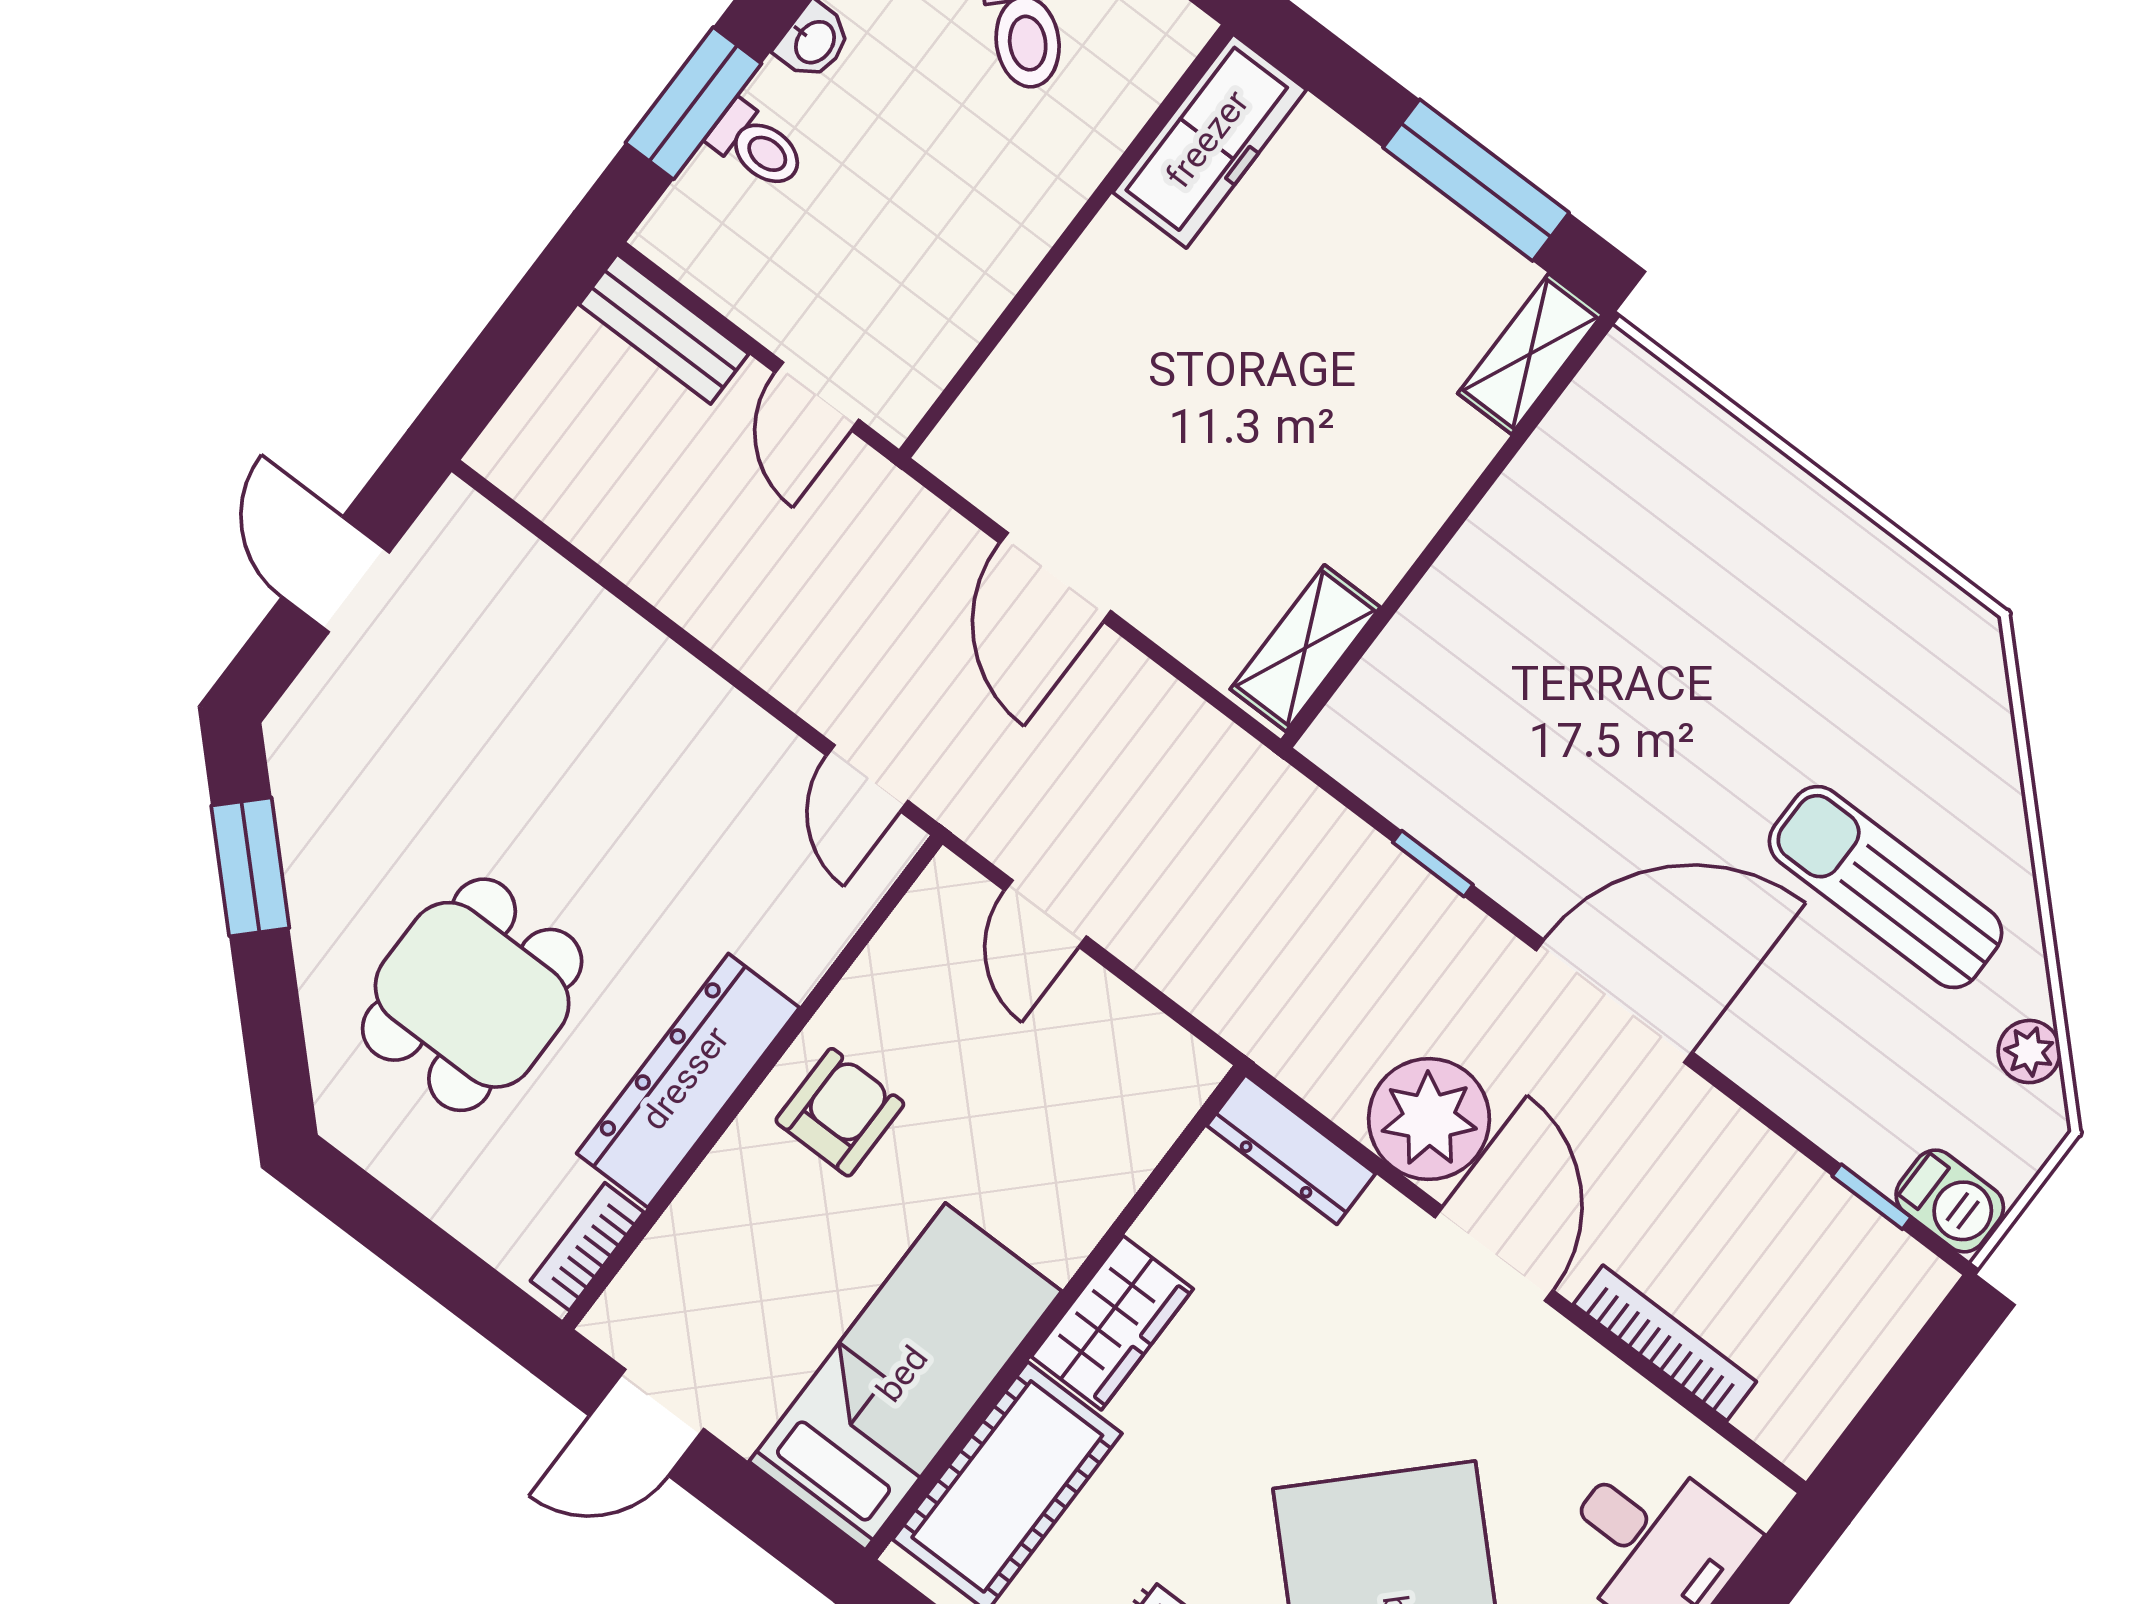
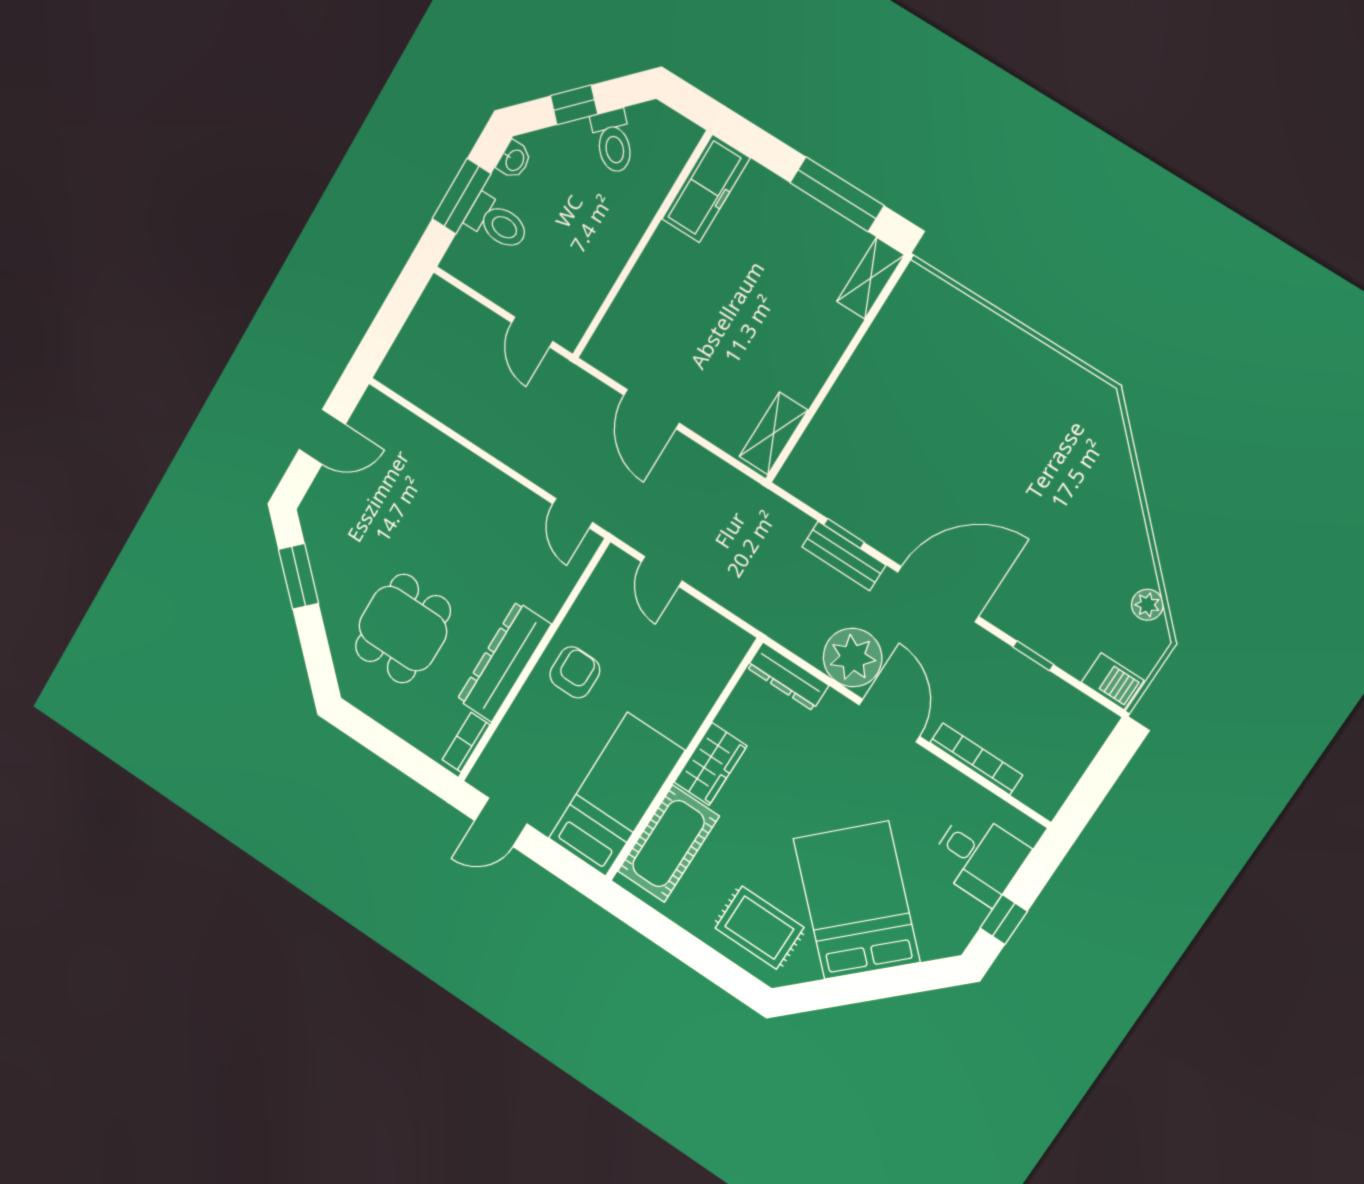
toilet: (757, 146) -> (497, 223), width x1.37, depth x1.39
bench: (664, 329) -> (844, 556), moved
door: (336, 575) -> (322, 437), swing flipped
sun lounger: (1886, 887) -> (1069, 528), removed
window: (1872, 1197) -> (1033, 656), moved

